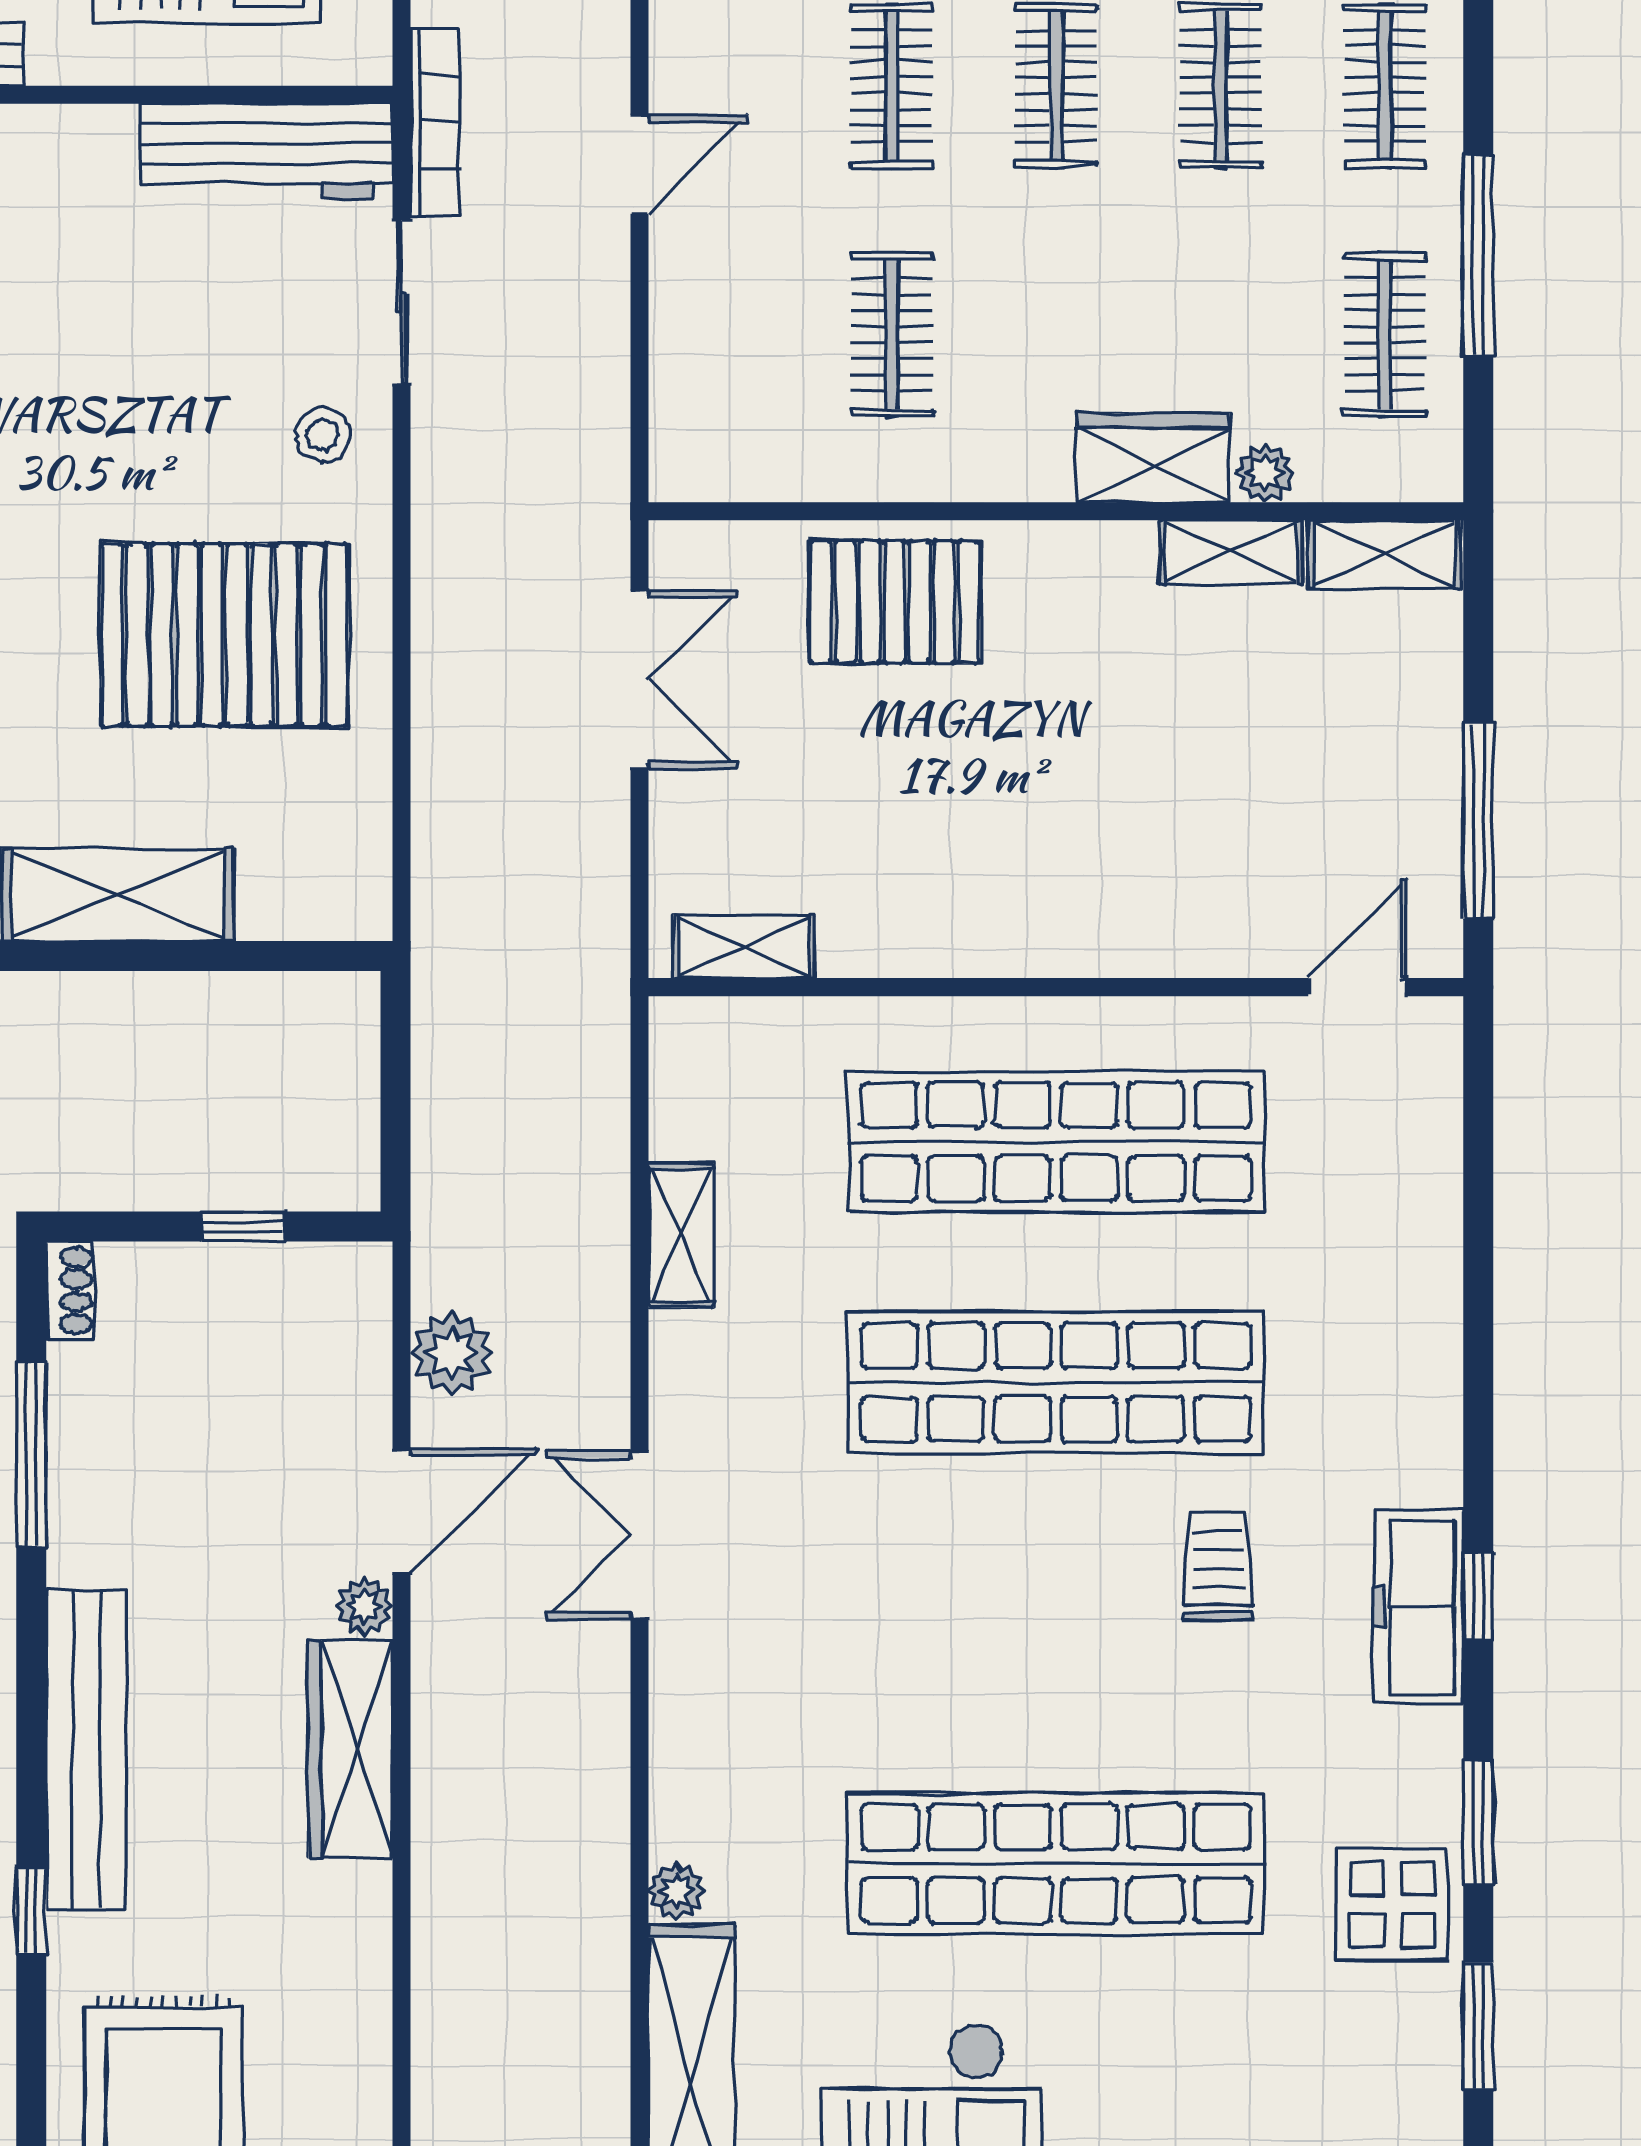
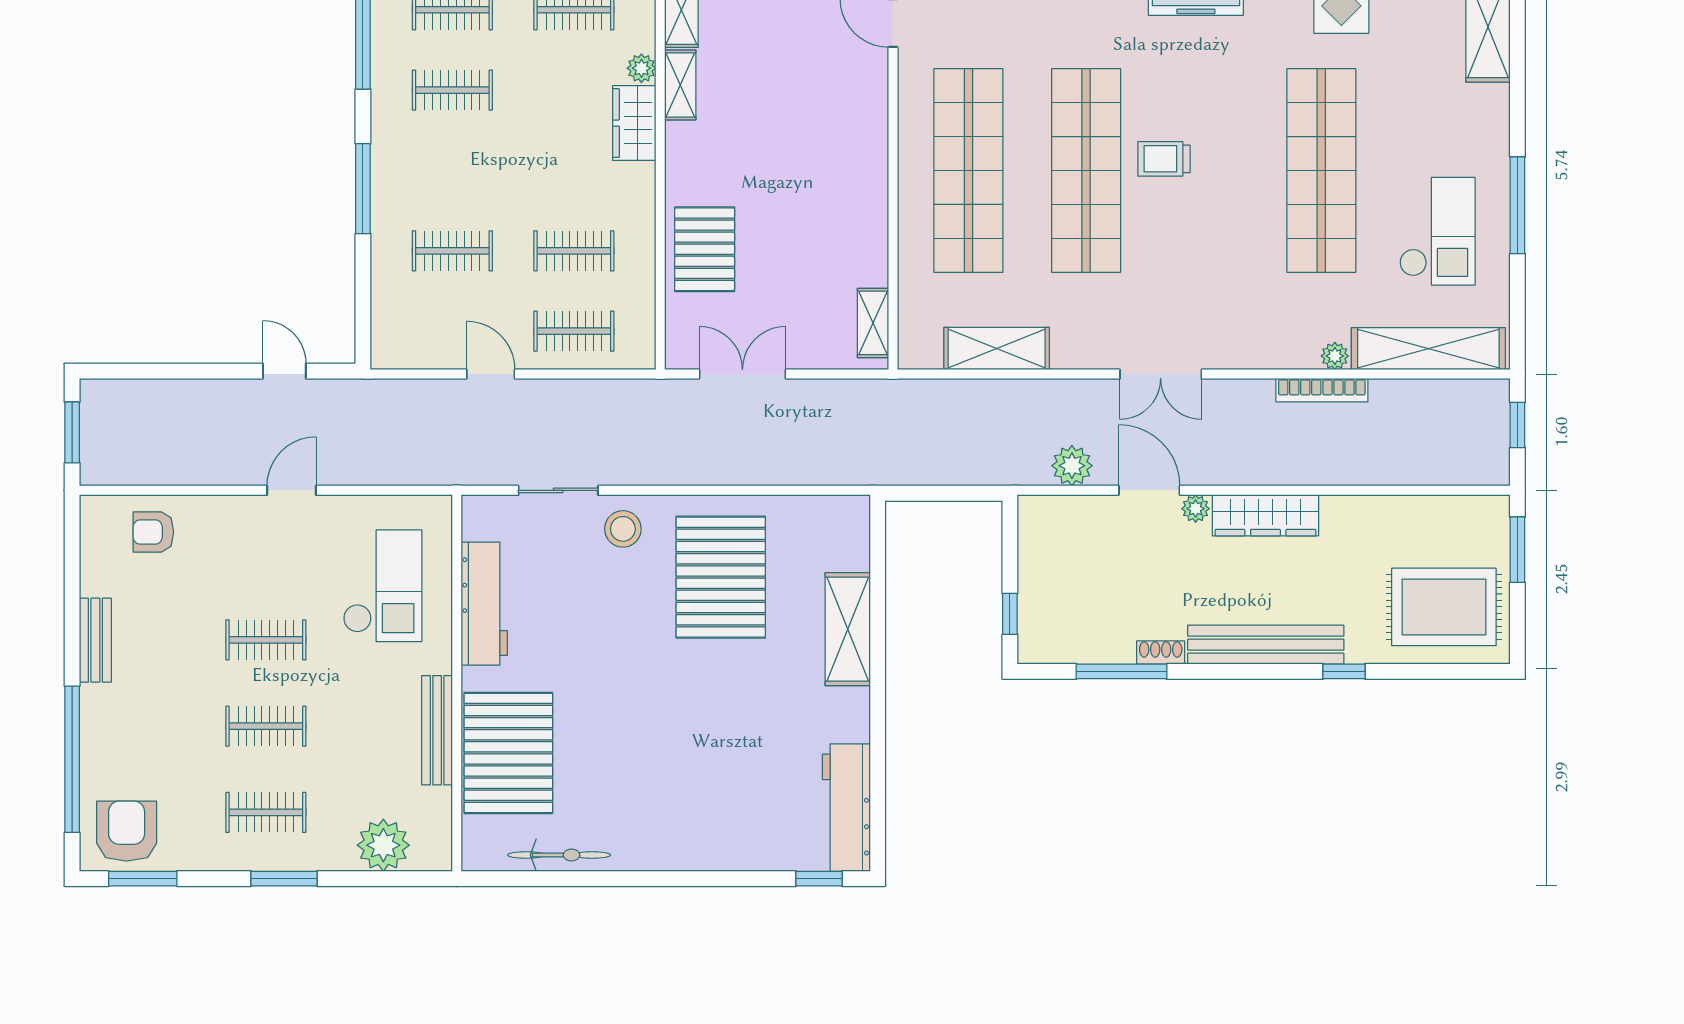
clothes rail: (1056, 86) -> (574, 331), moved
bookcase: (435, 122) -> (1322, 390), moved, turned 180
workbench: (267, 151) -> (484, 604), moved
stool: (323, 435) -> (623, 529), width x1.37, depth x1.37
window: (243, 1227) -> (1010, 614), moved
shelving: (681, 1235) -> (997, 349), width x1.50, depth x1.33
shoe rack: (70, 1290) -> (1161, 652), moved
trolley: (1218, 1567) -> (1164, 159), moved

